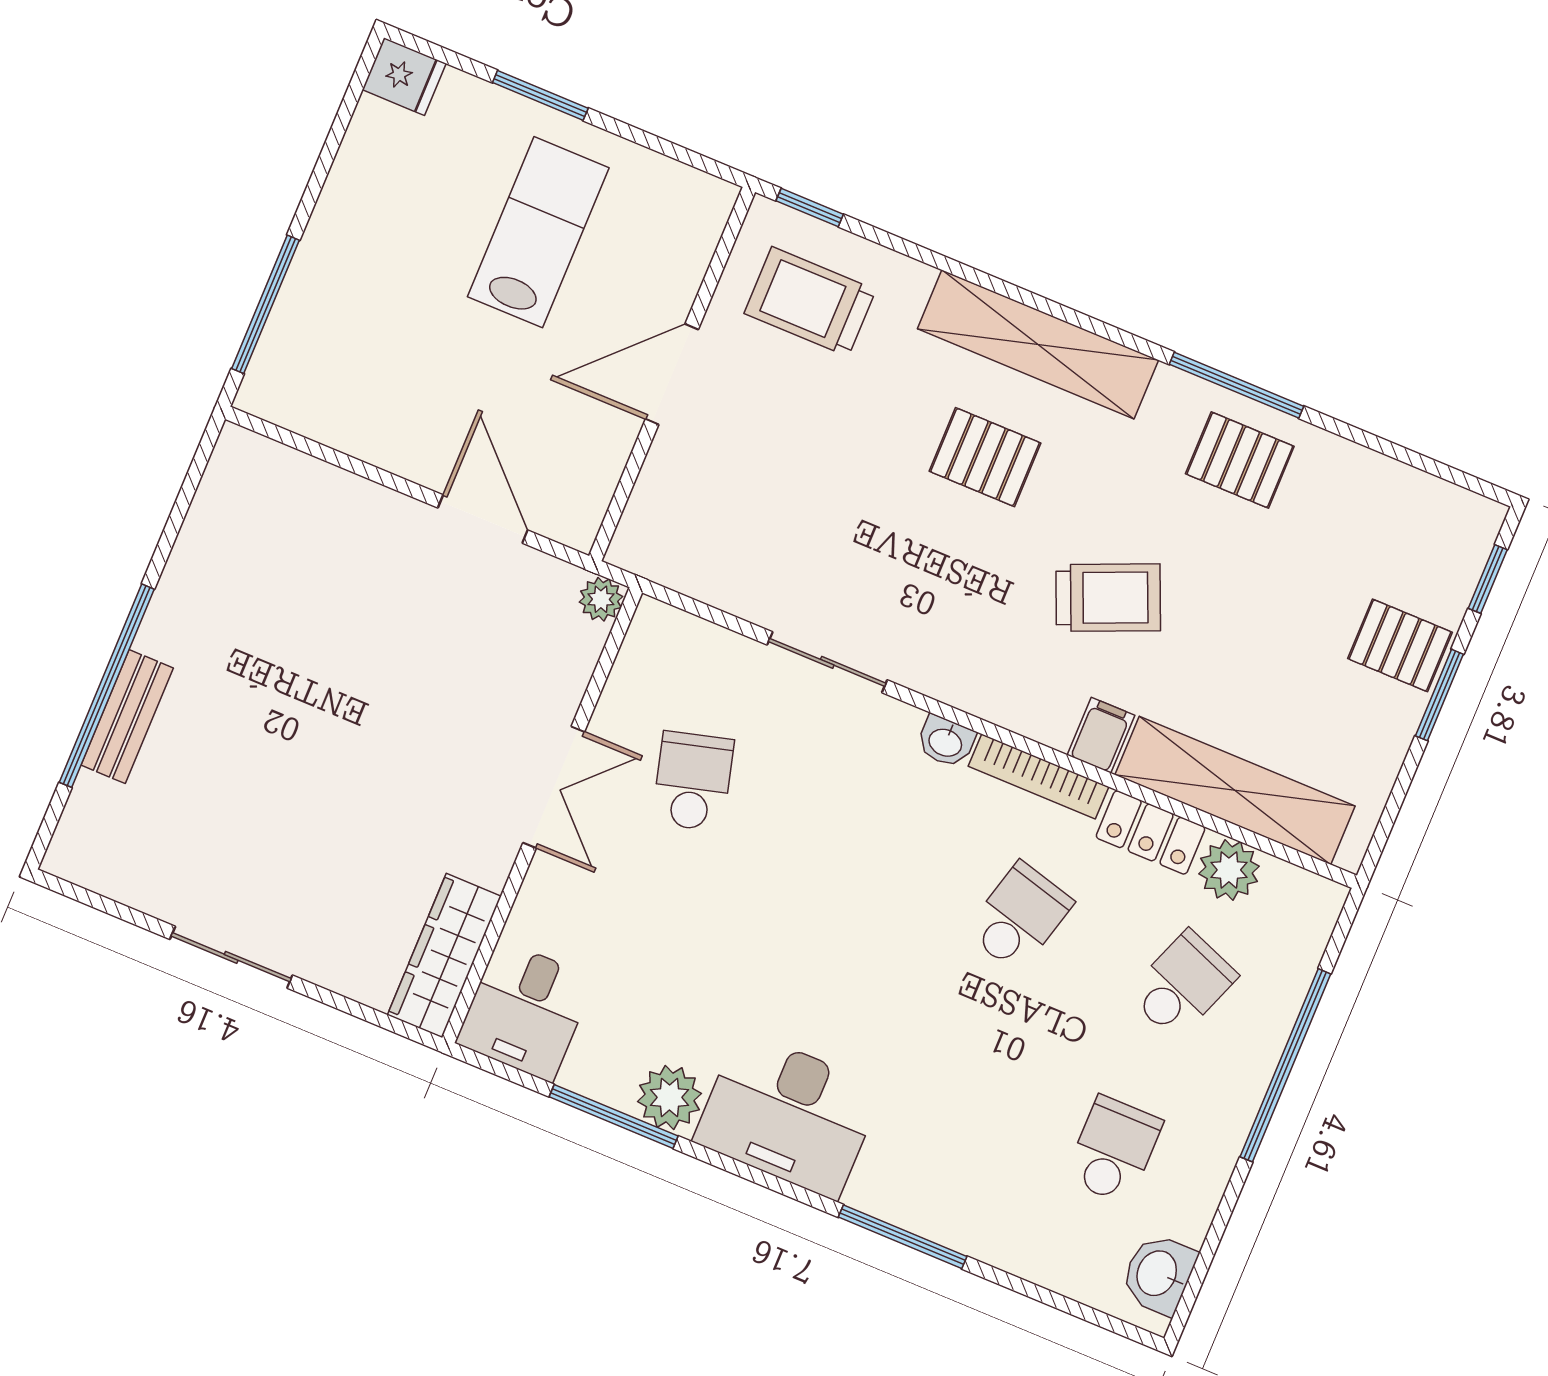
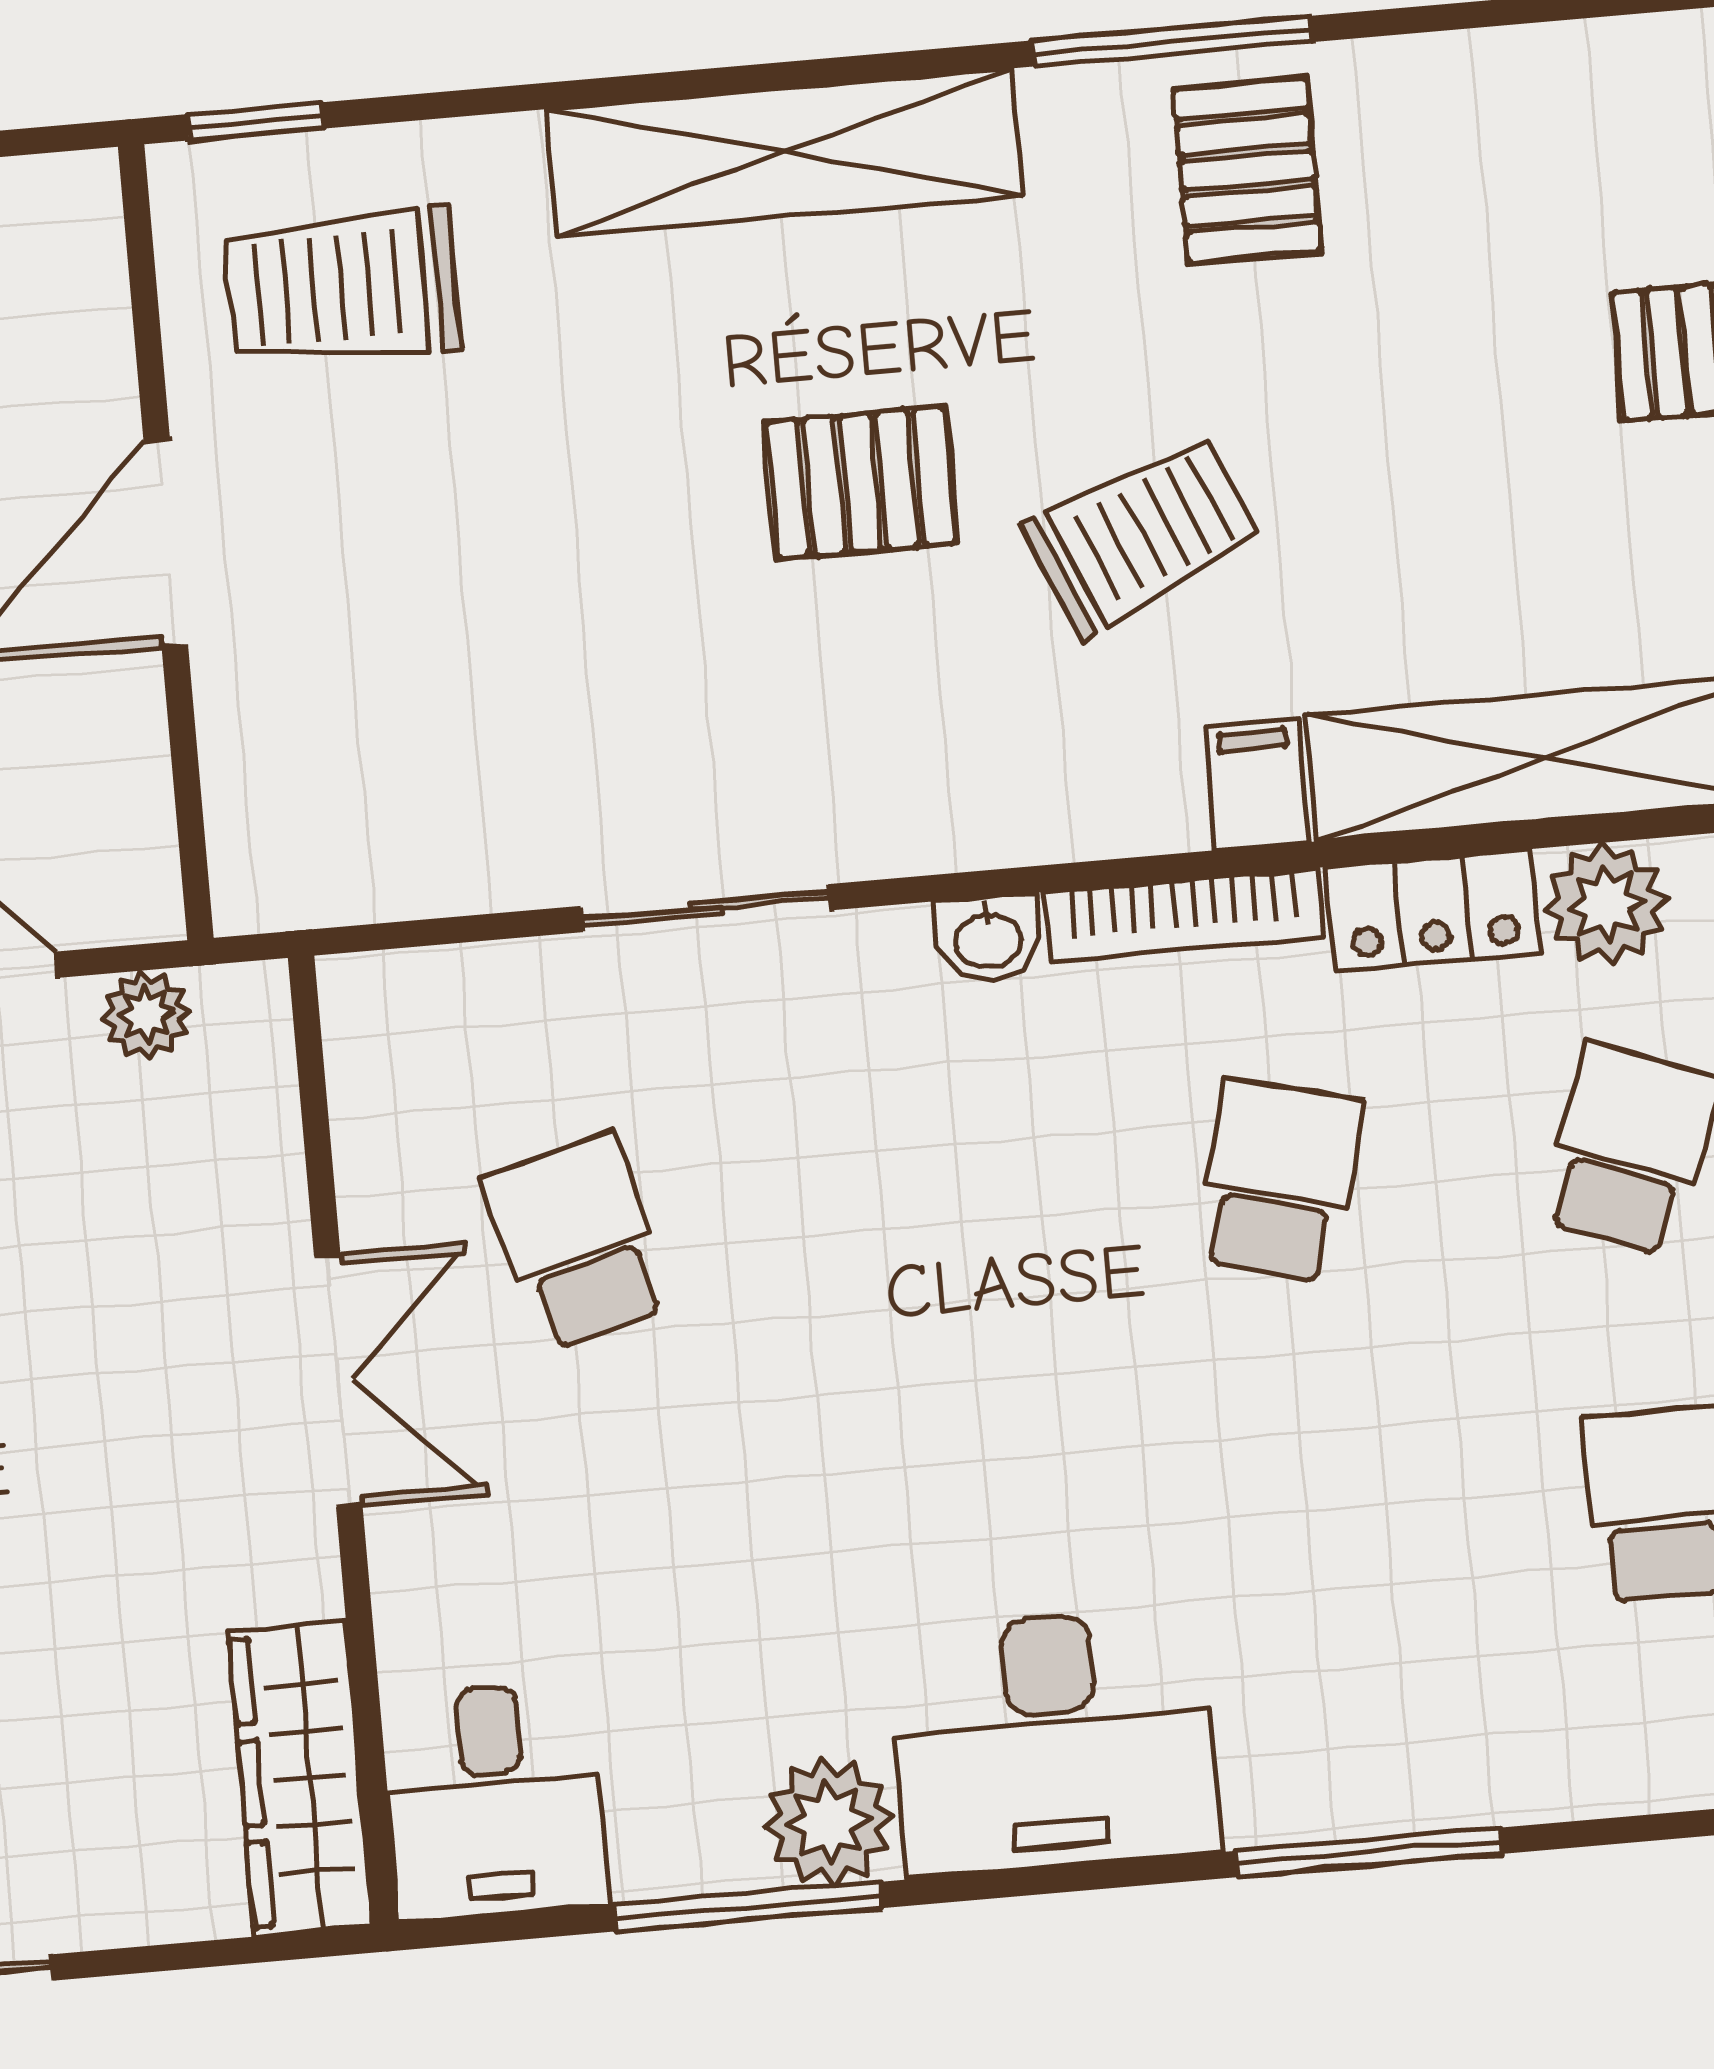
pallet: (985, 457) -> (861, 483), moved
pallet: (1240, 460) -> (1247, 170), turned 90
plant: (601, 599) -> (146, 1014), moved

